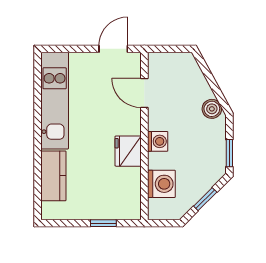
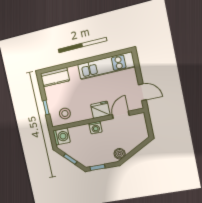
fridge: (128, 151) -> (100, 110), moved
kitchen counter: (53, 176) -> (55, 77), moved
washing machine: (161, 184) -> (62, 136), moved, turned -90
stool: (121, 191) -> (65, 113), added

